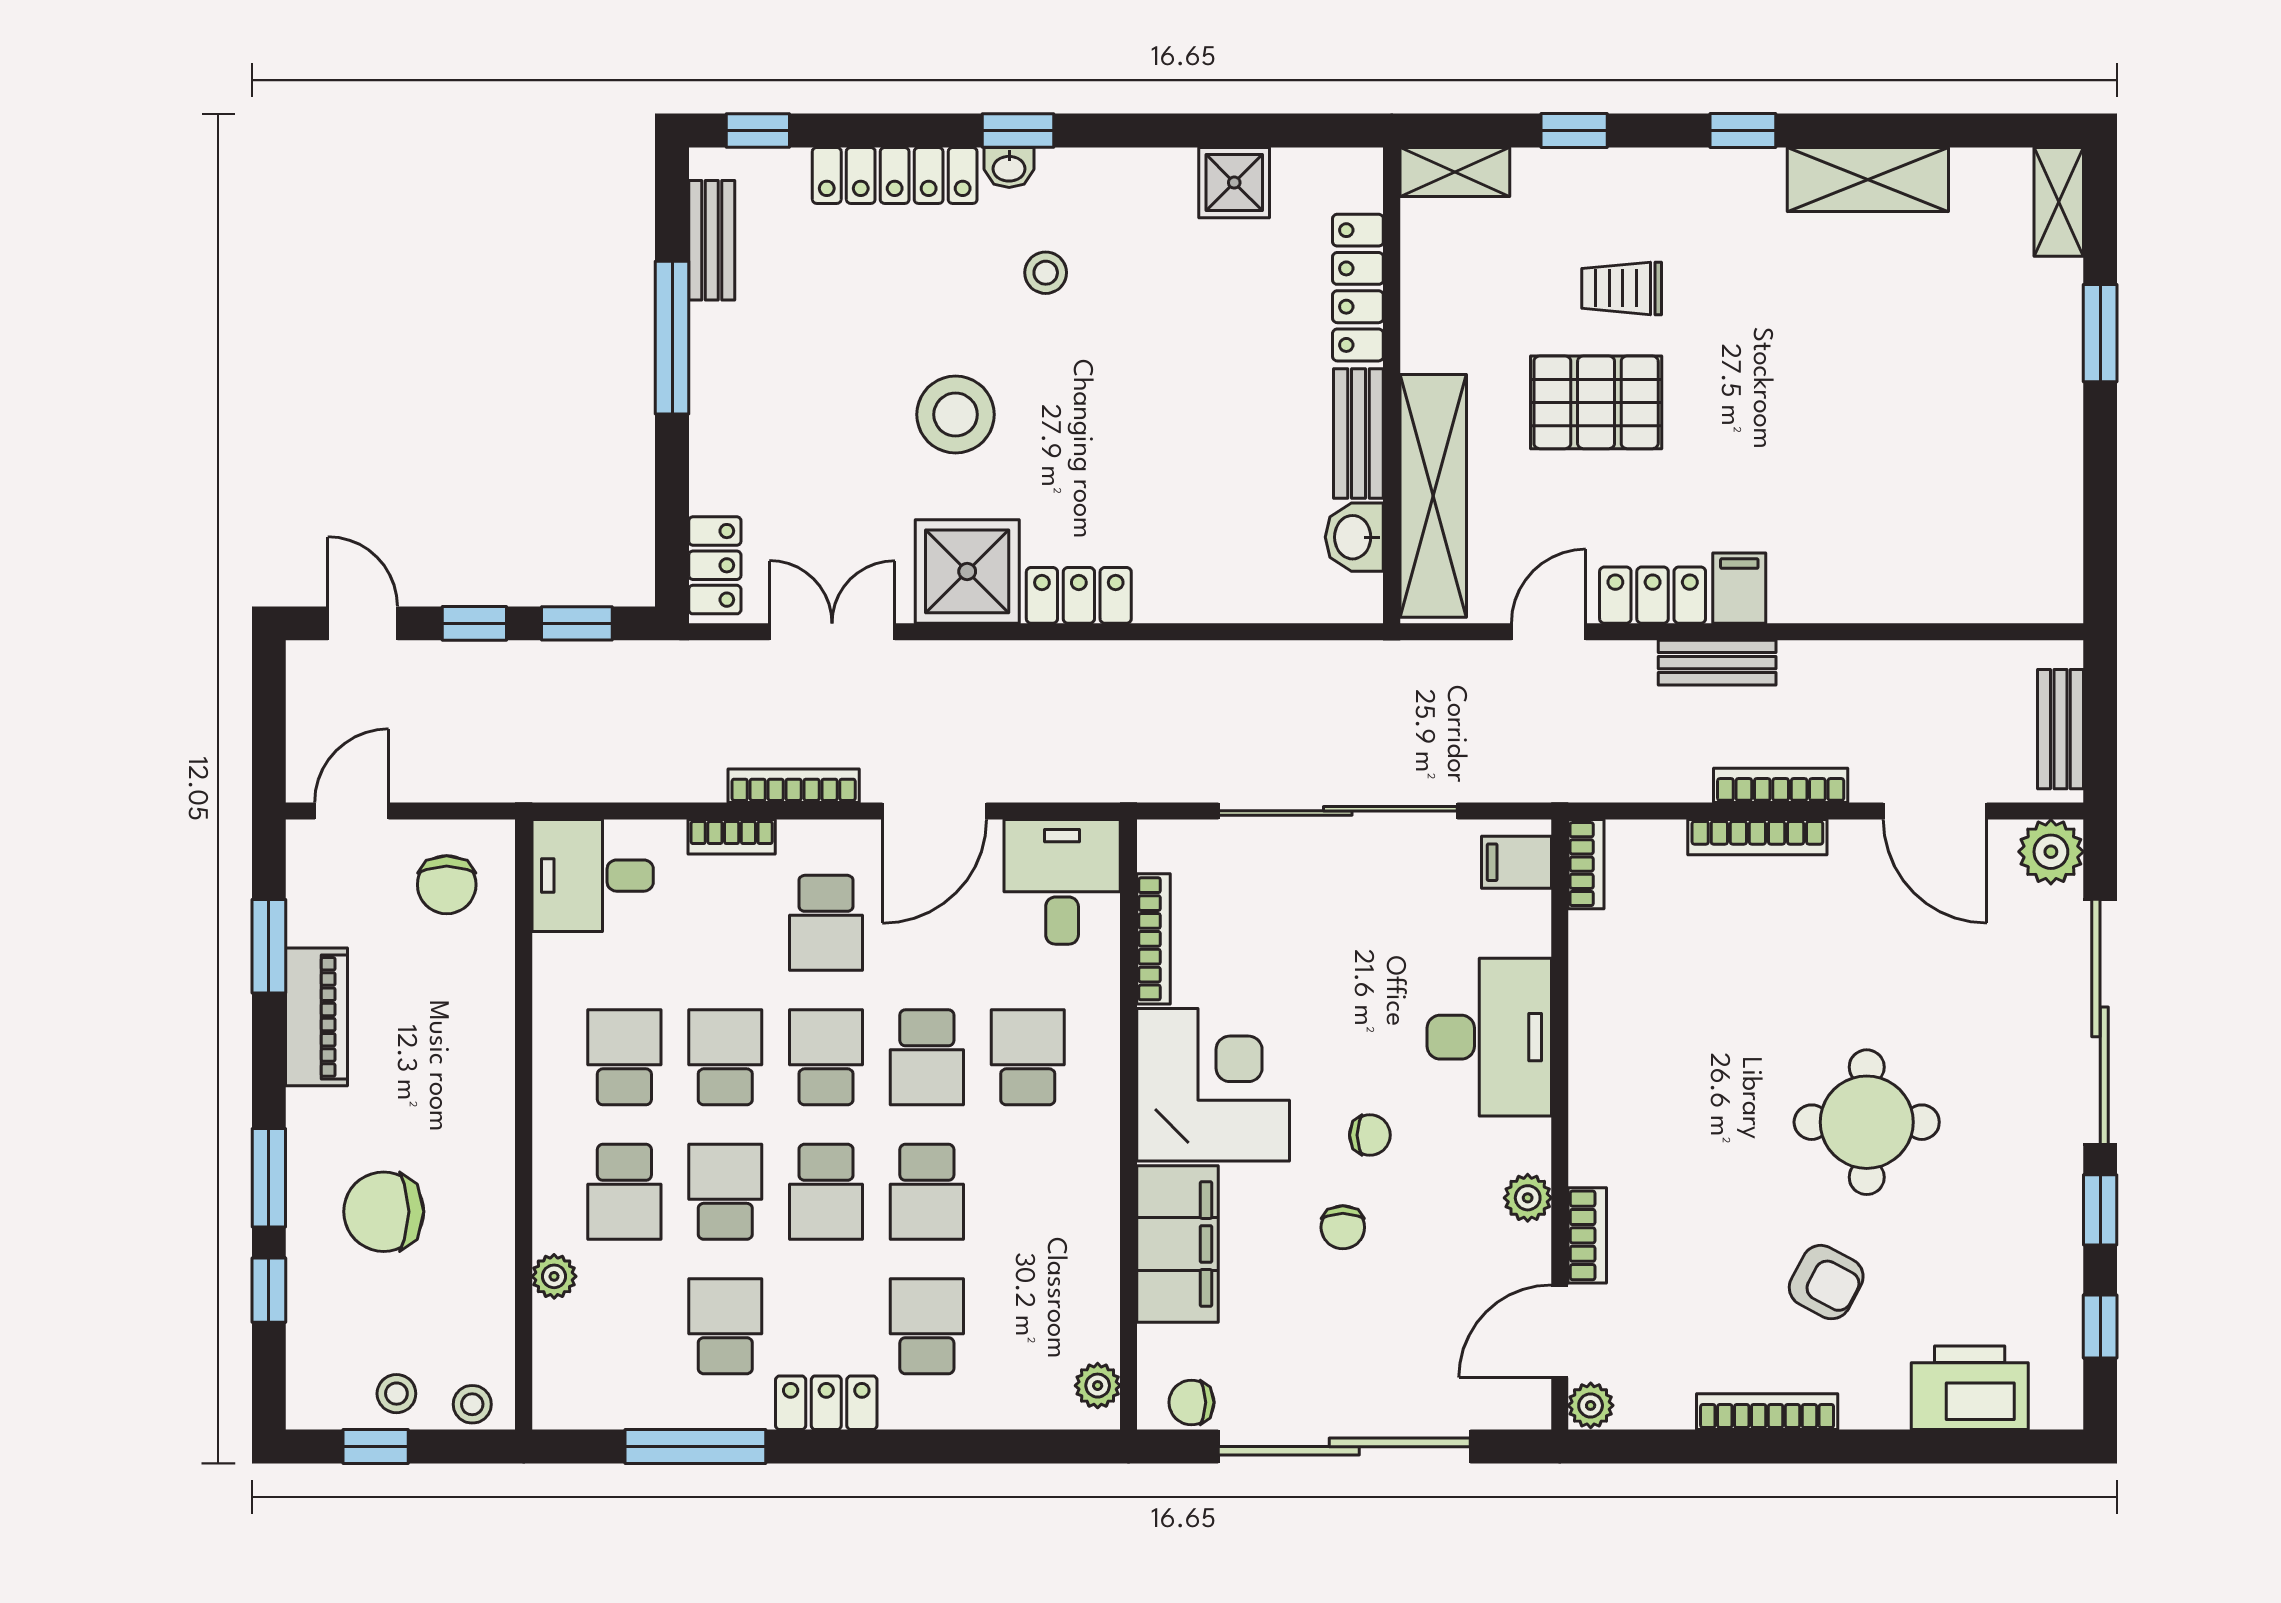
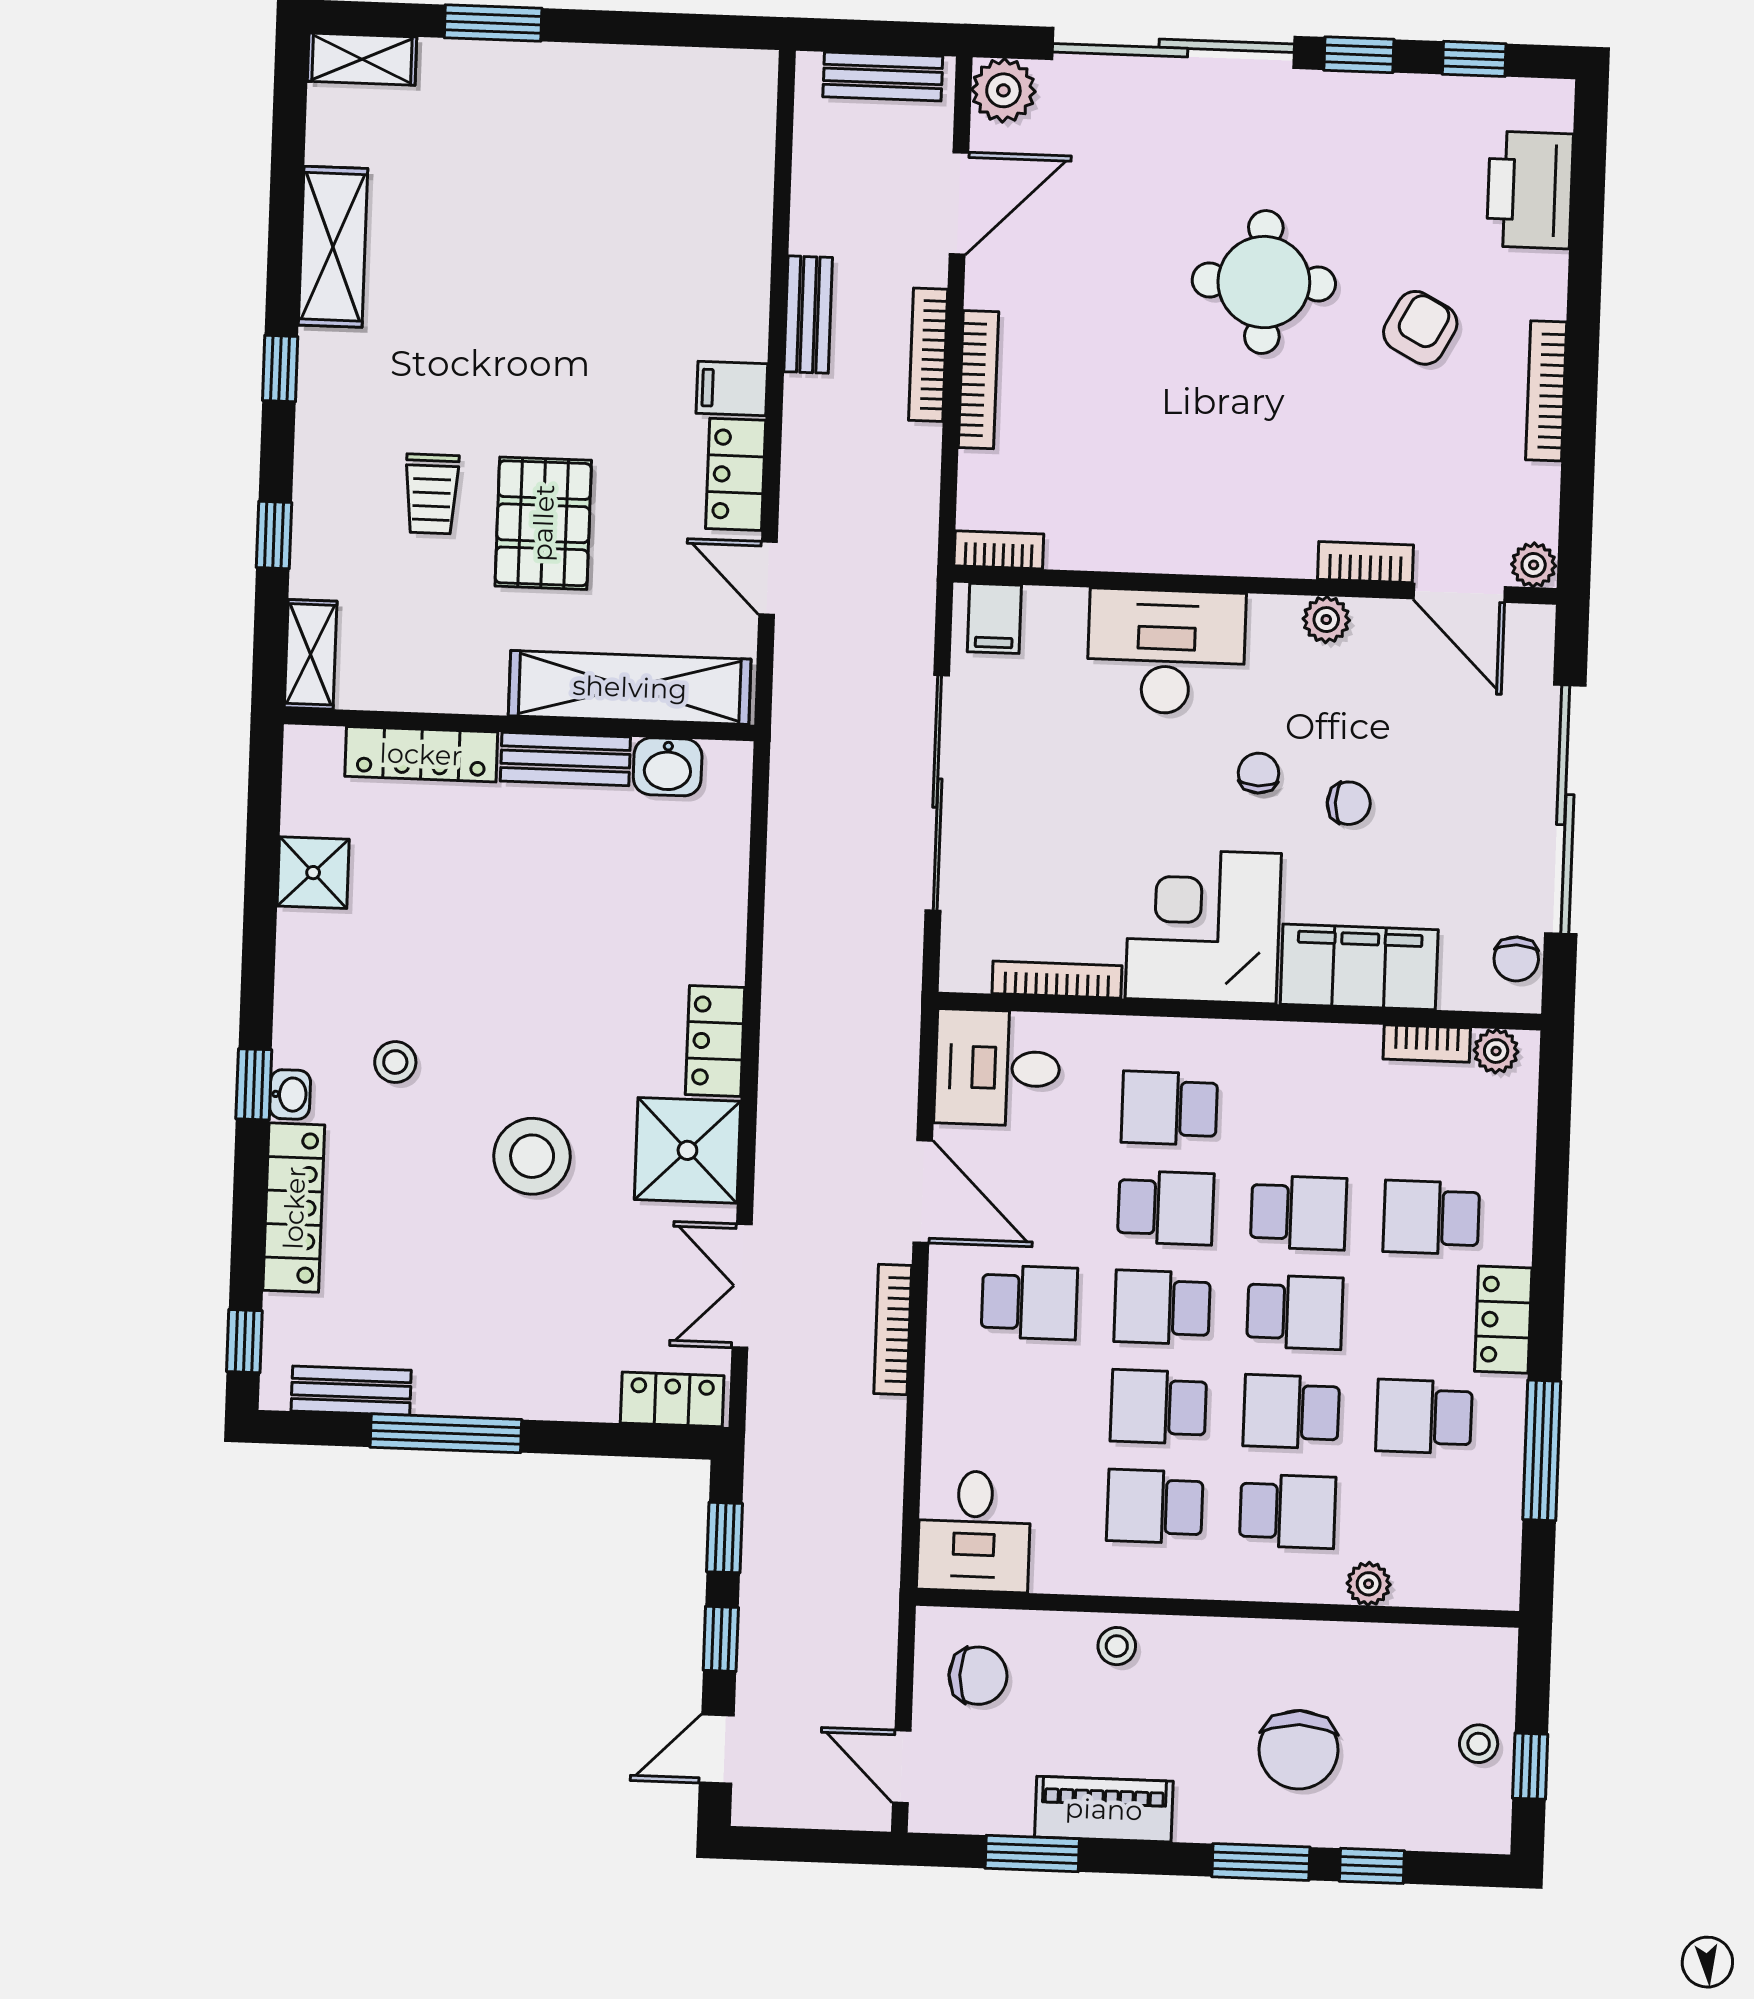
bench: (1717, 663) -> (808, 315), moved
bookcase: (732, 837) -> (1427, 1044), moved, turned 90
stool: (472, 1404) -> (1117, 1646), moved

